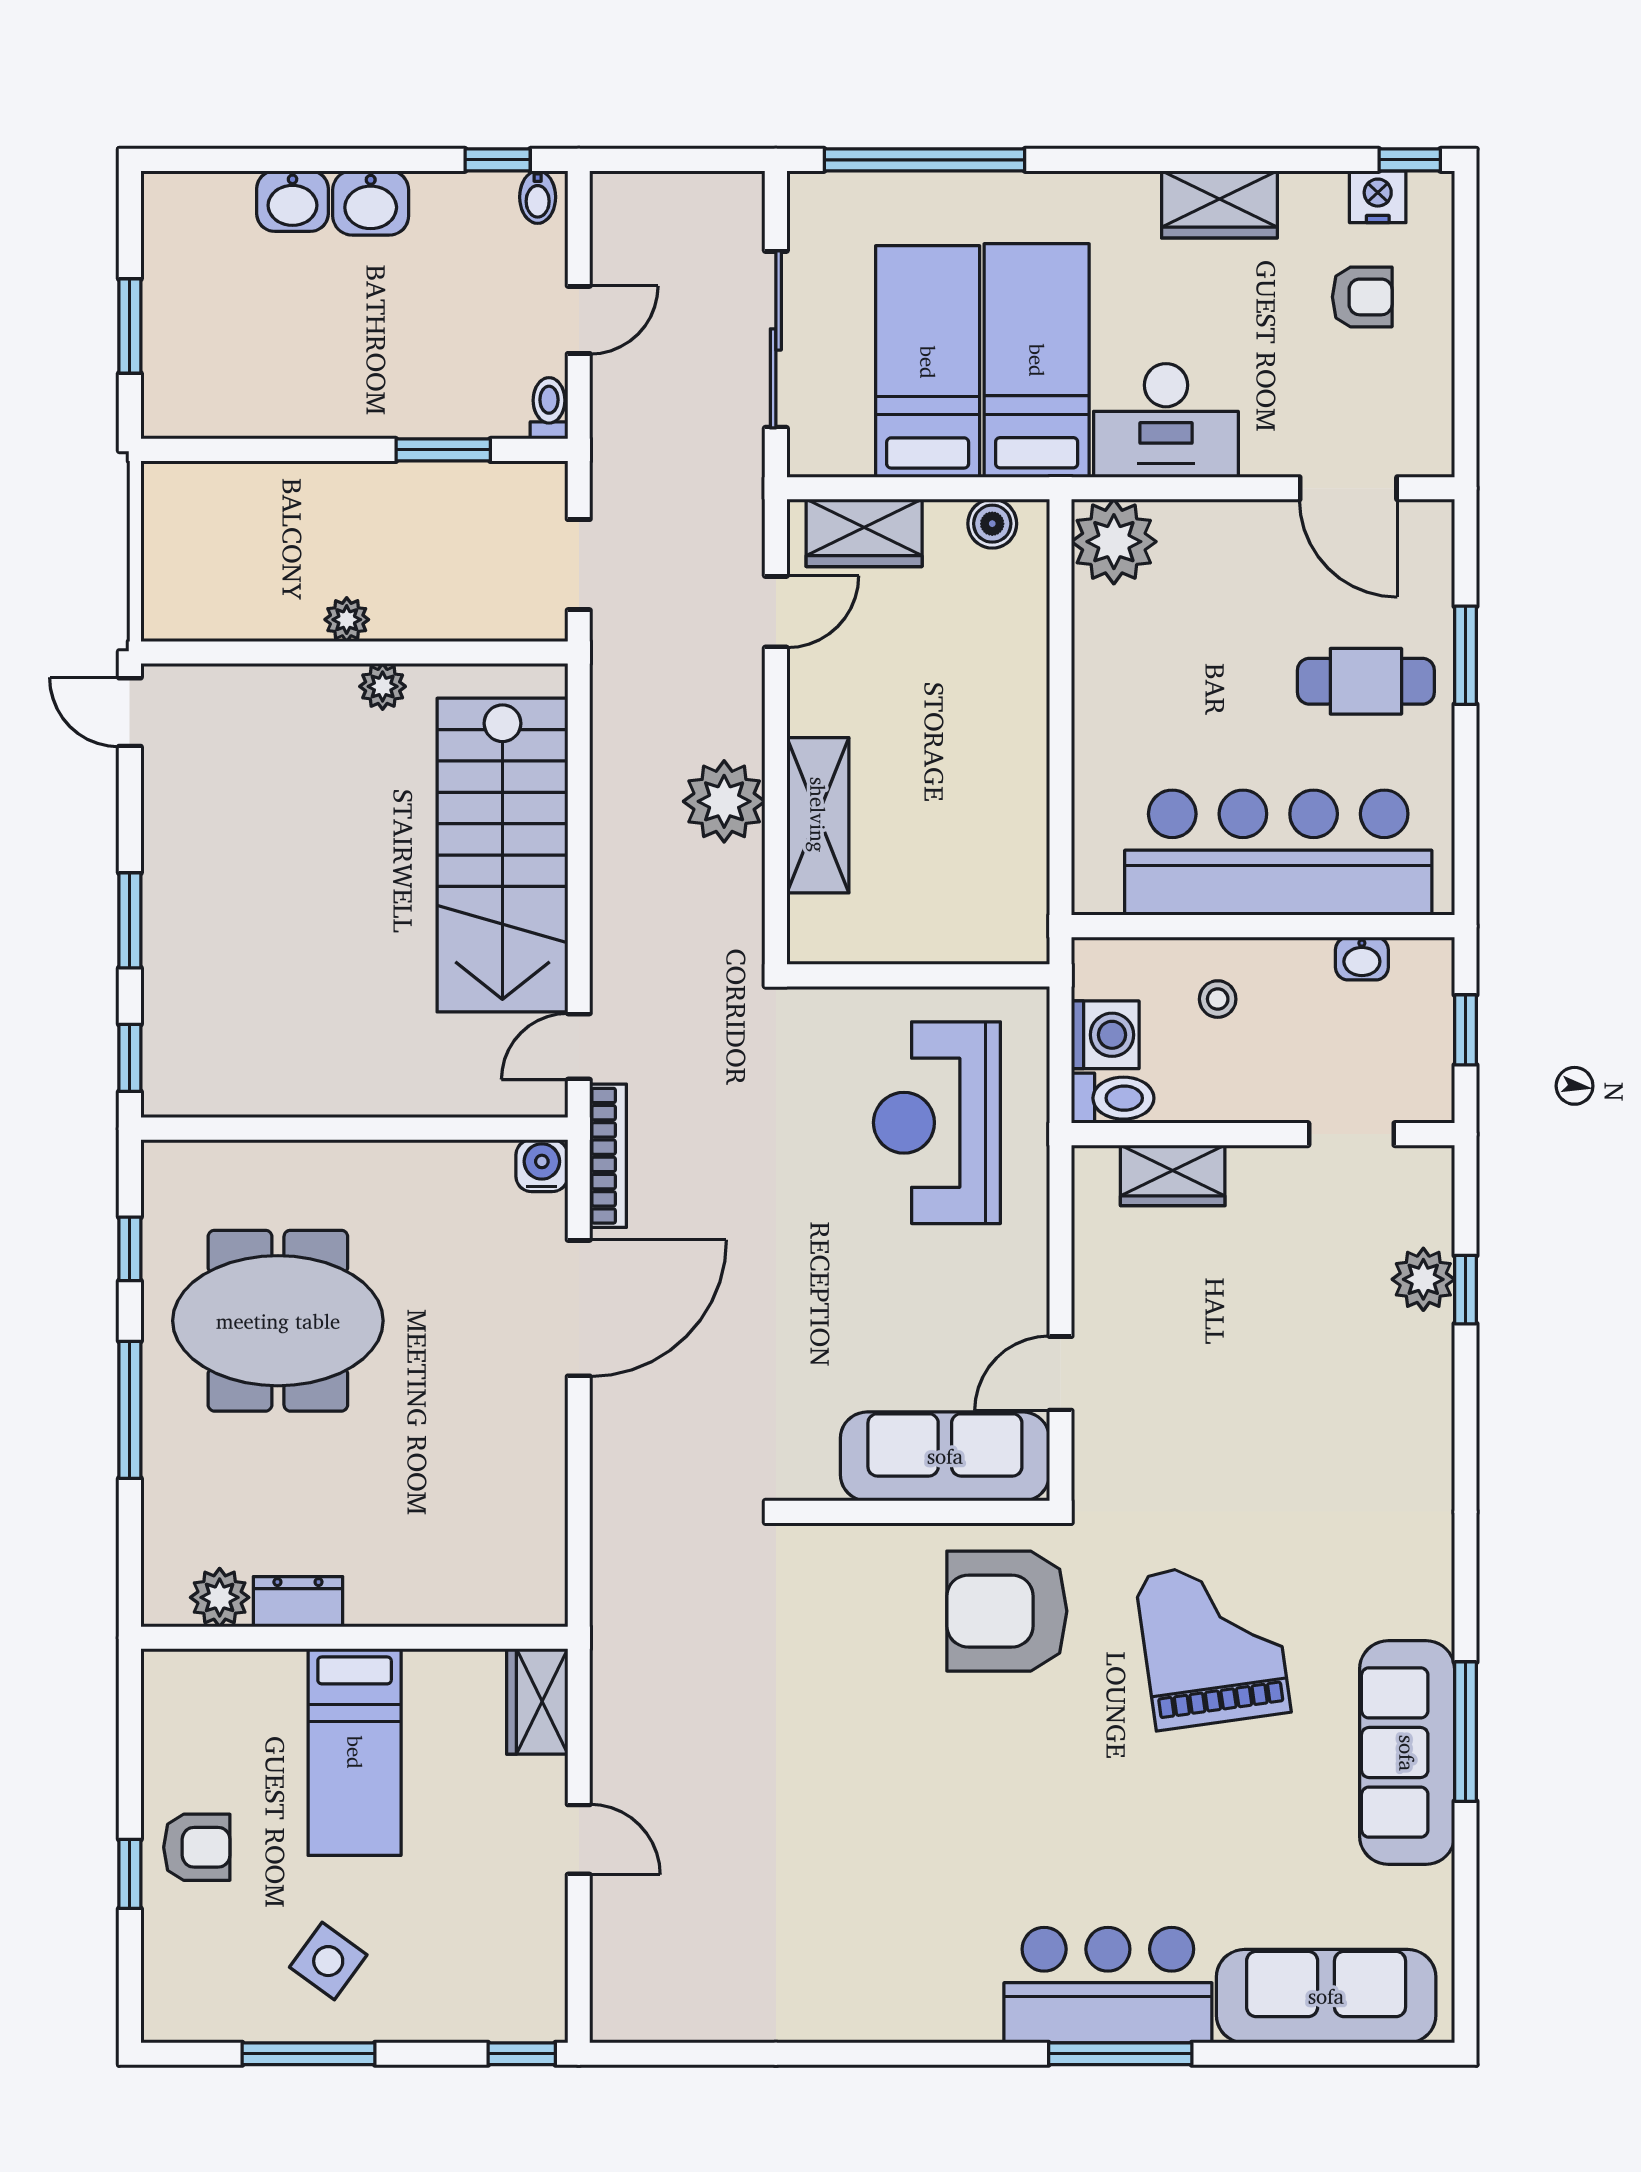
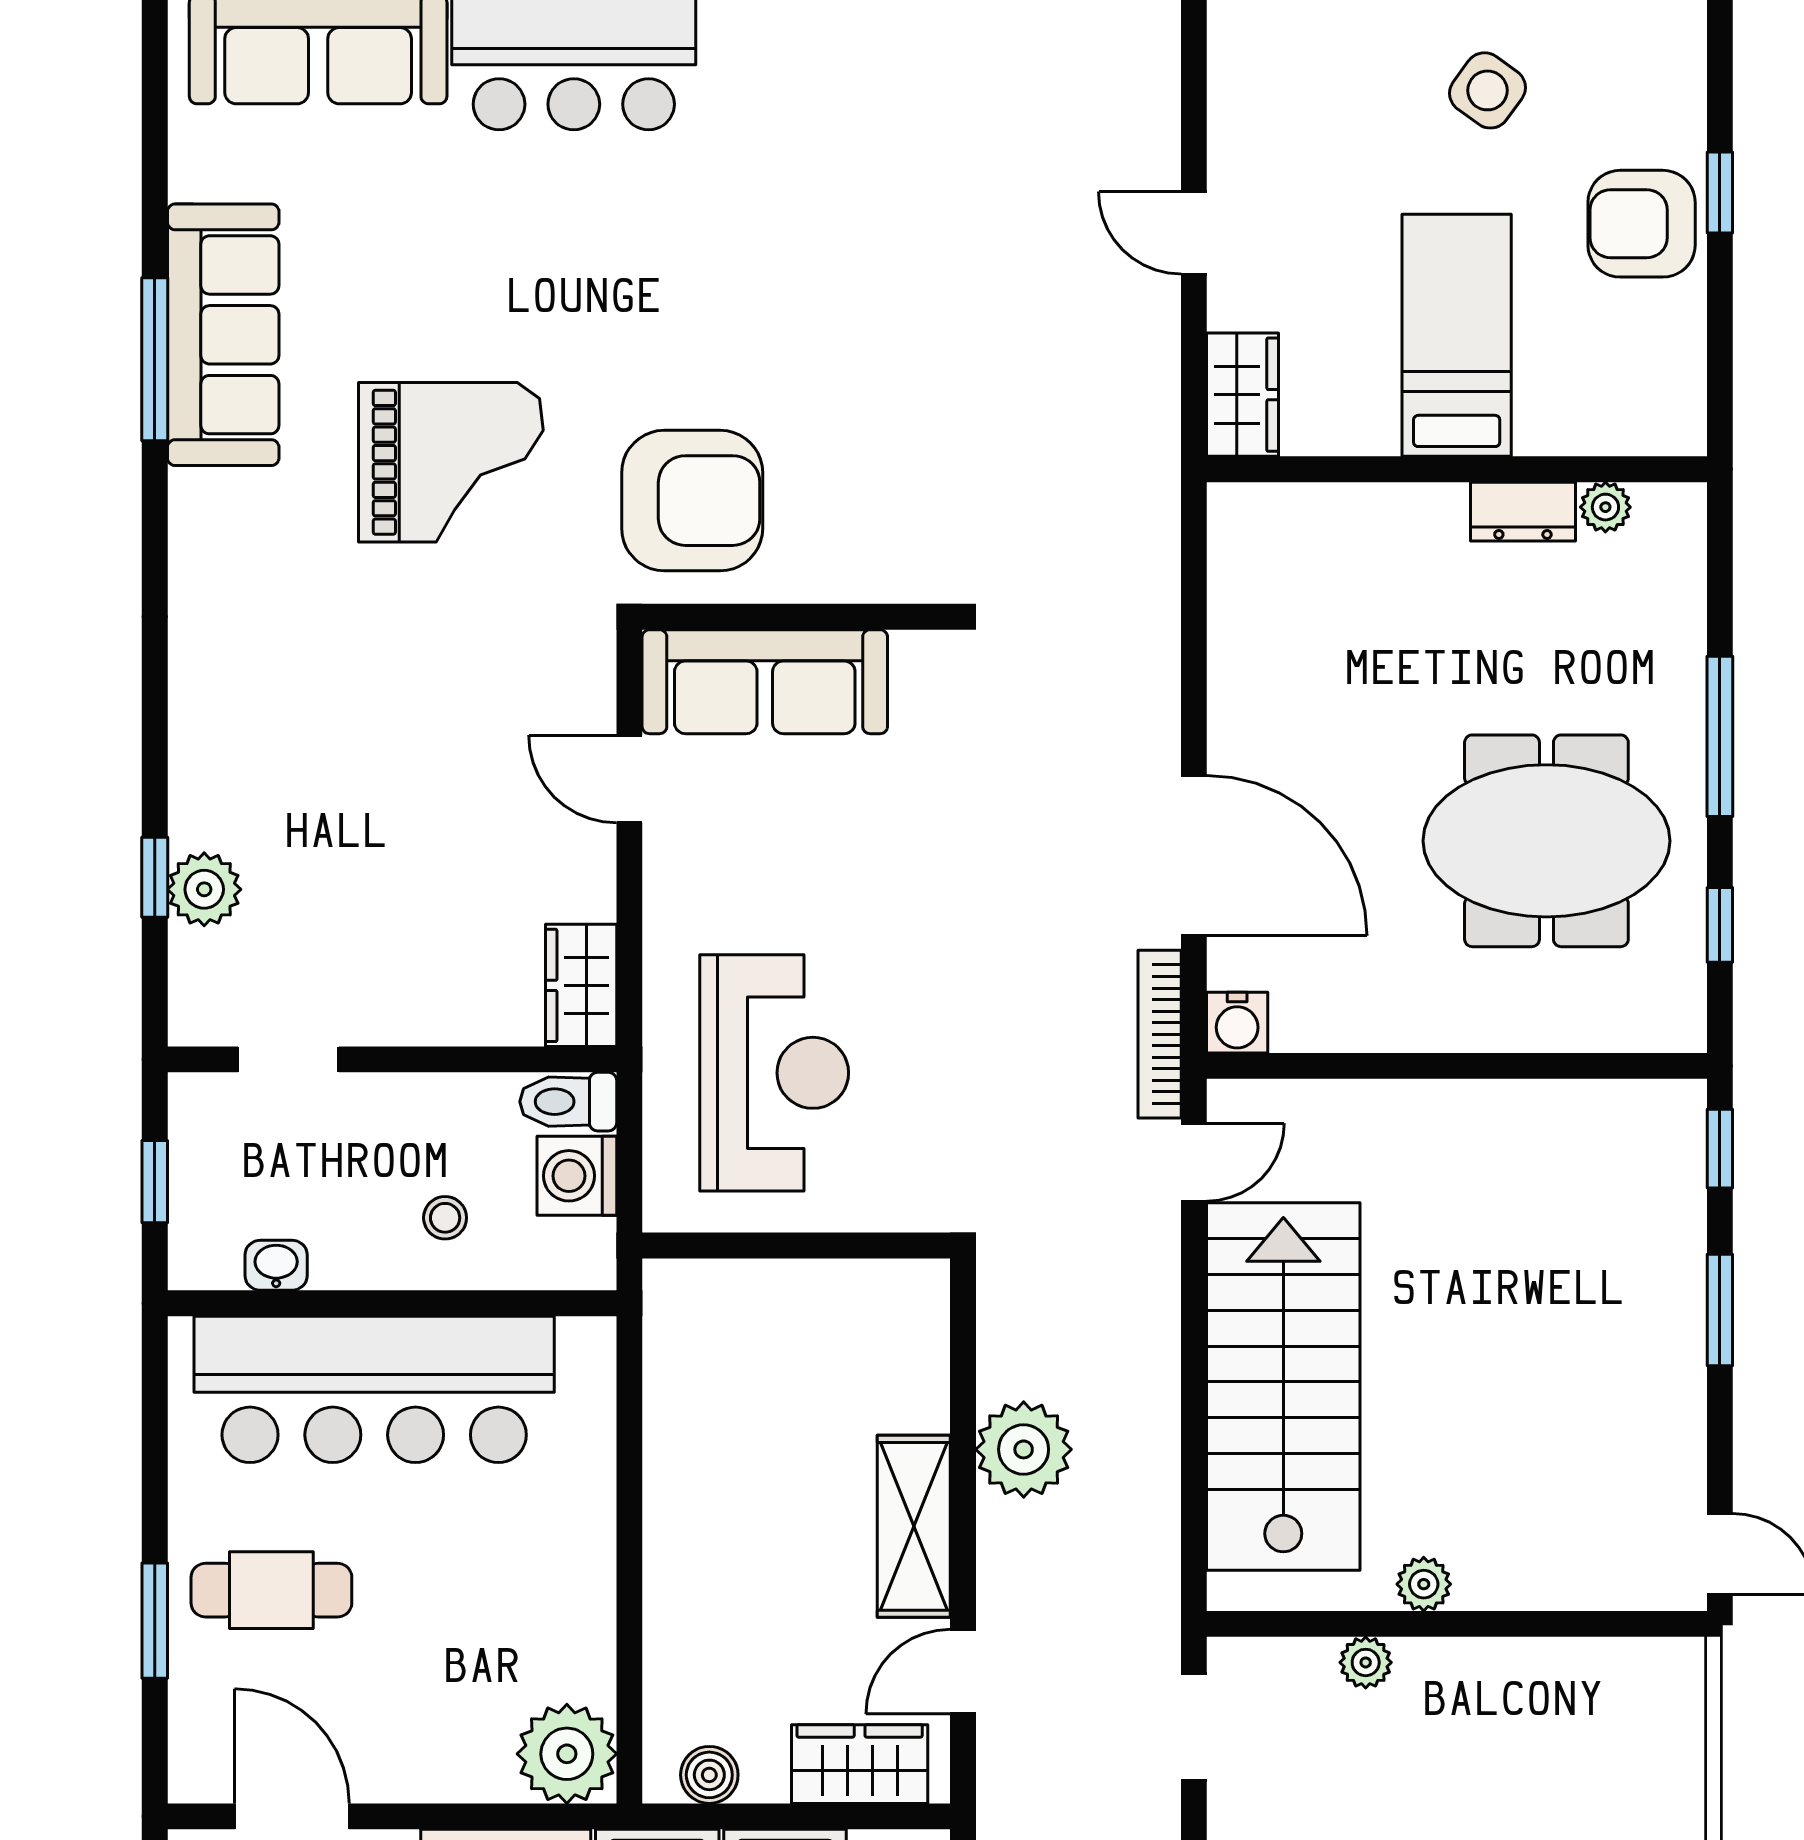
plant: (347, 620) -> (1366, 1662), moved
shelving: (818, 815) -> (914, 1526), moved
wardrobe: (1173, 1175) -> (581, 985), moved, turned -90
door: (579, 1308) -> (1194, 855), swing flipped
door: (1060, 1373) -> (629, 779), swing flipped
plant: (220, 1597) -> (1605, 507), width x0.73, depth x0.73
grand piano: (1213, 1644) -> (451, 462), turned -82
armchair: (197, 1847) -> (1642, 224), width x1.38, depth x1.38

